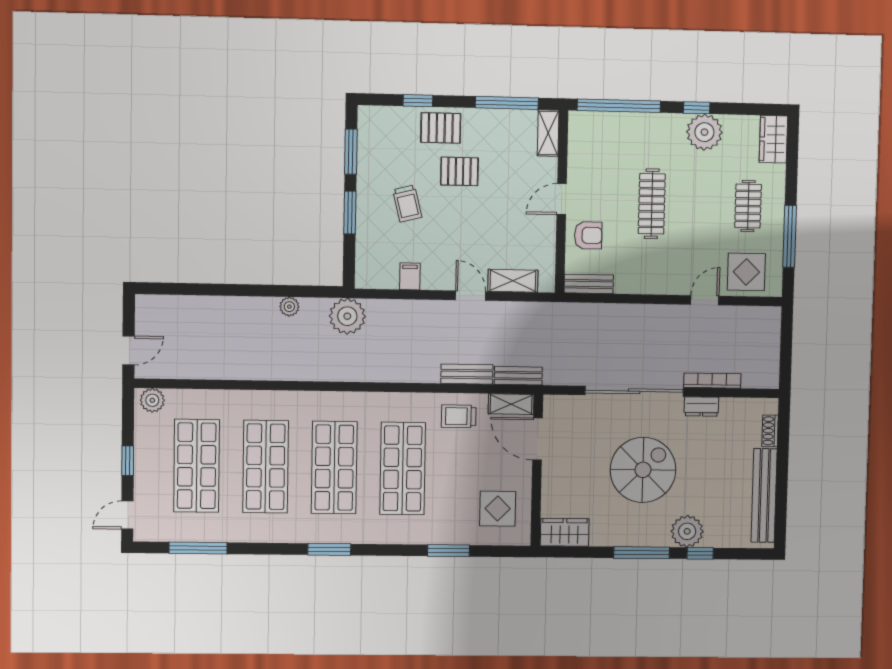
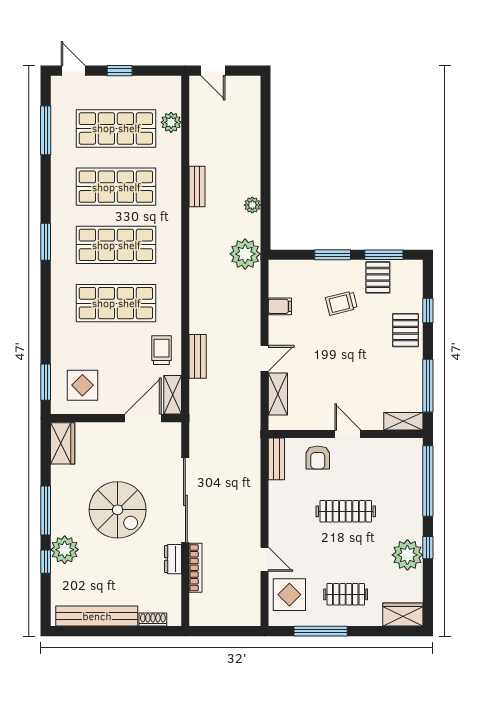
pallet: (459, 171) -> (378, 277), moved
bench: (518, 376) -> (197, 186), moved
plant: (152, 400) -> (171, 122), moved
window: (449, 551) -> (46, 382), moved

